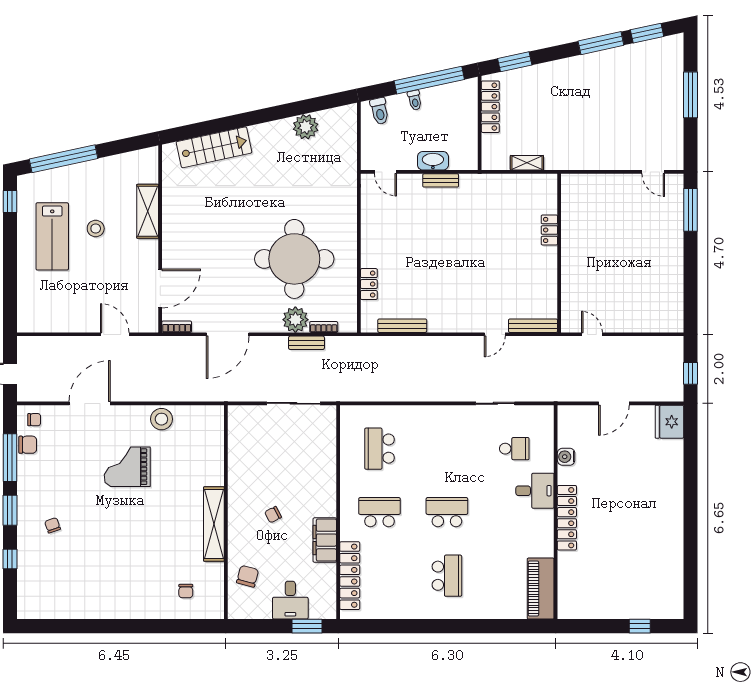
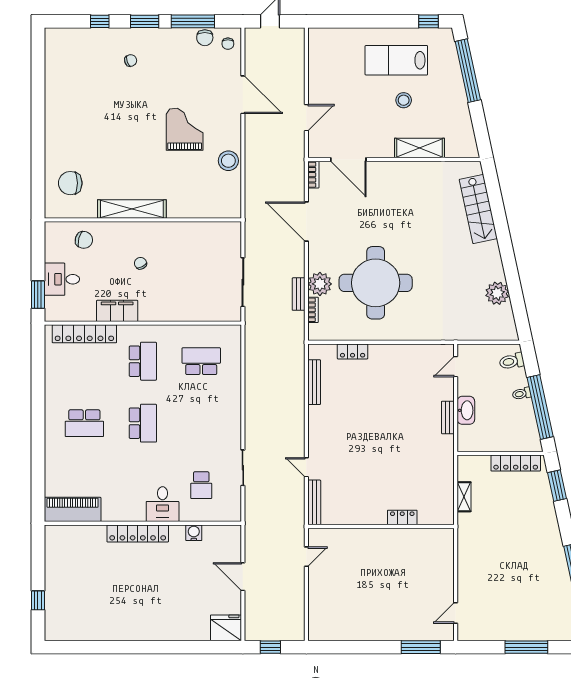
chair: (186, 591) -> (70, 183), width x1.87, depth x1.87

